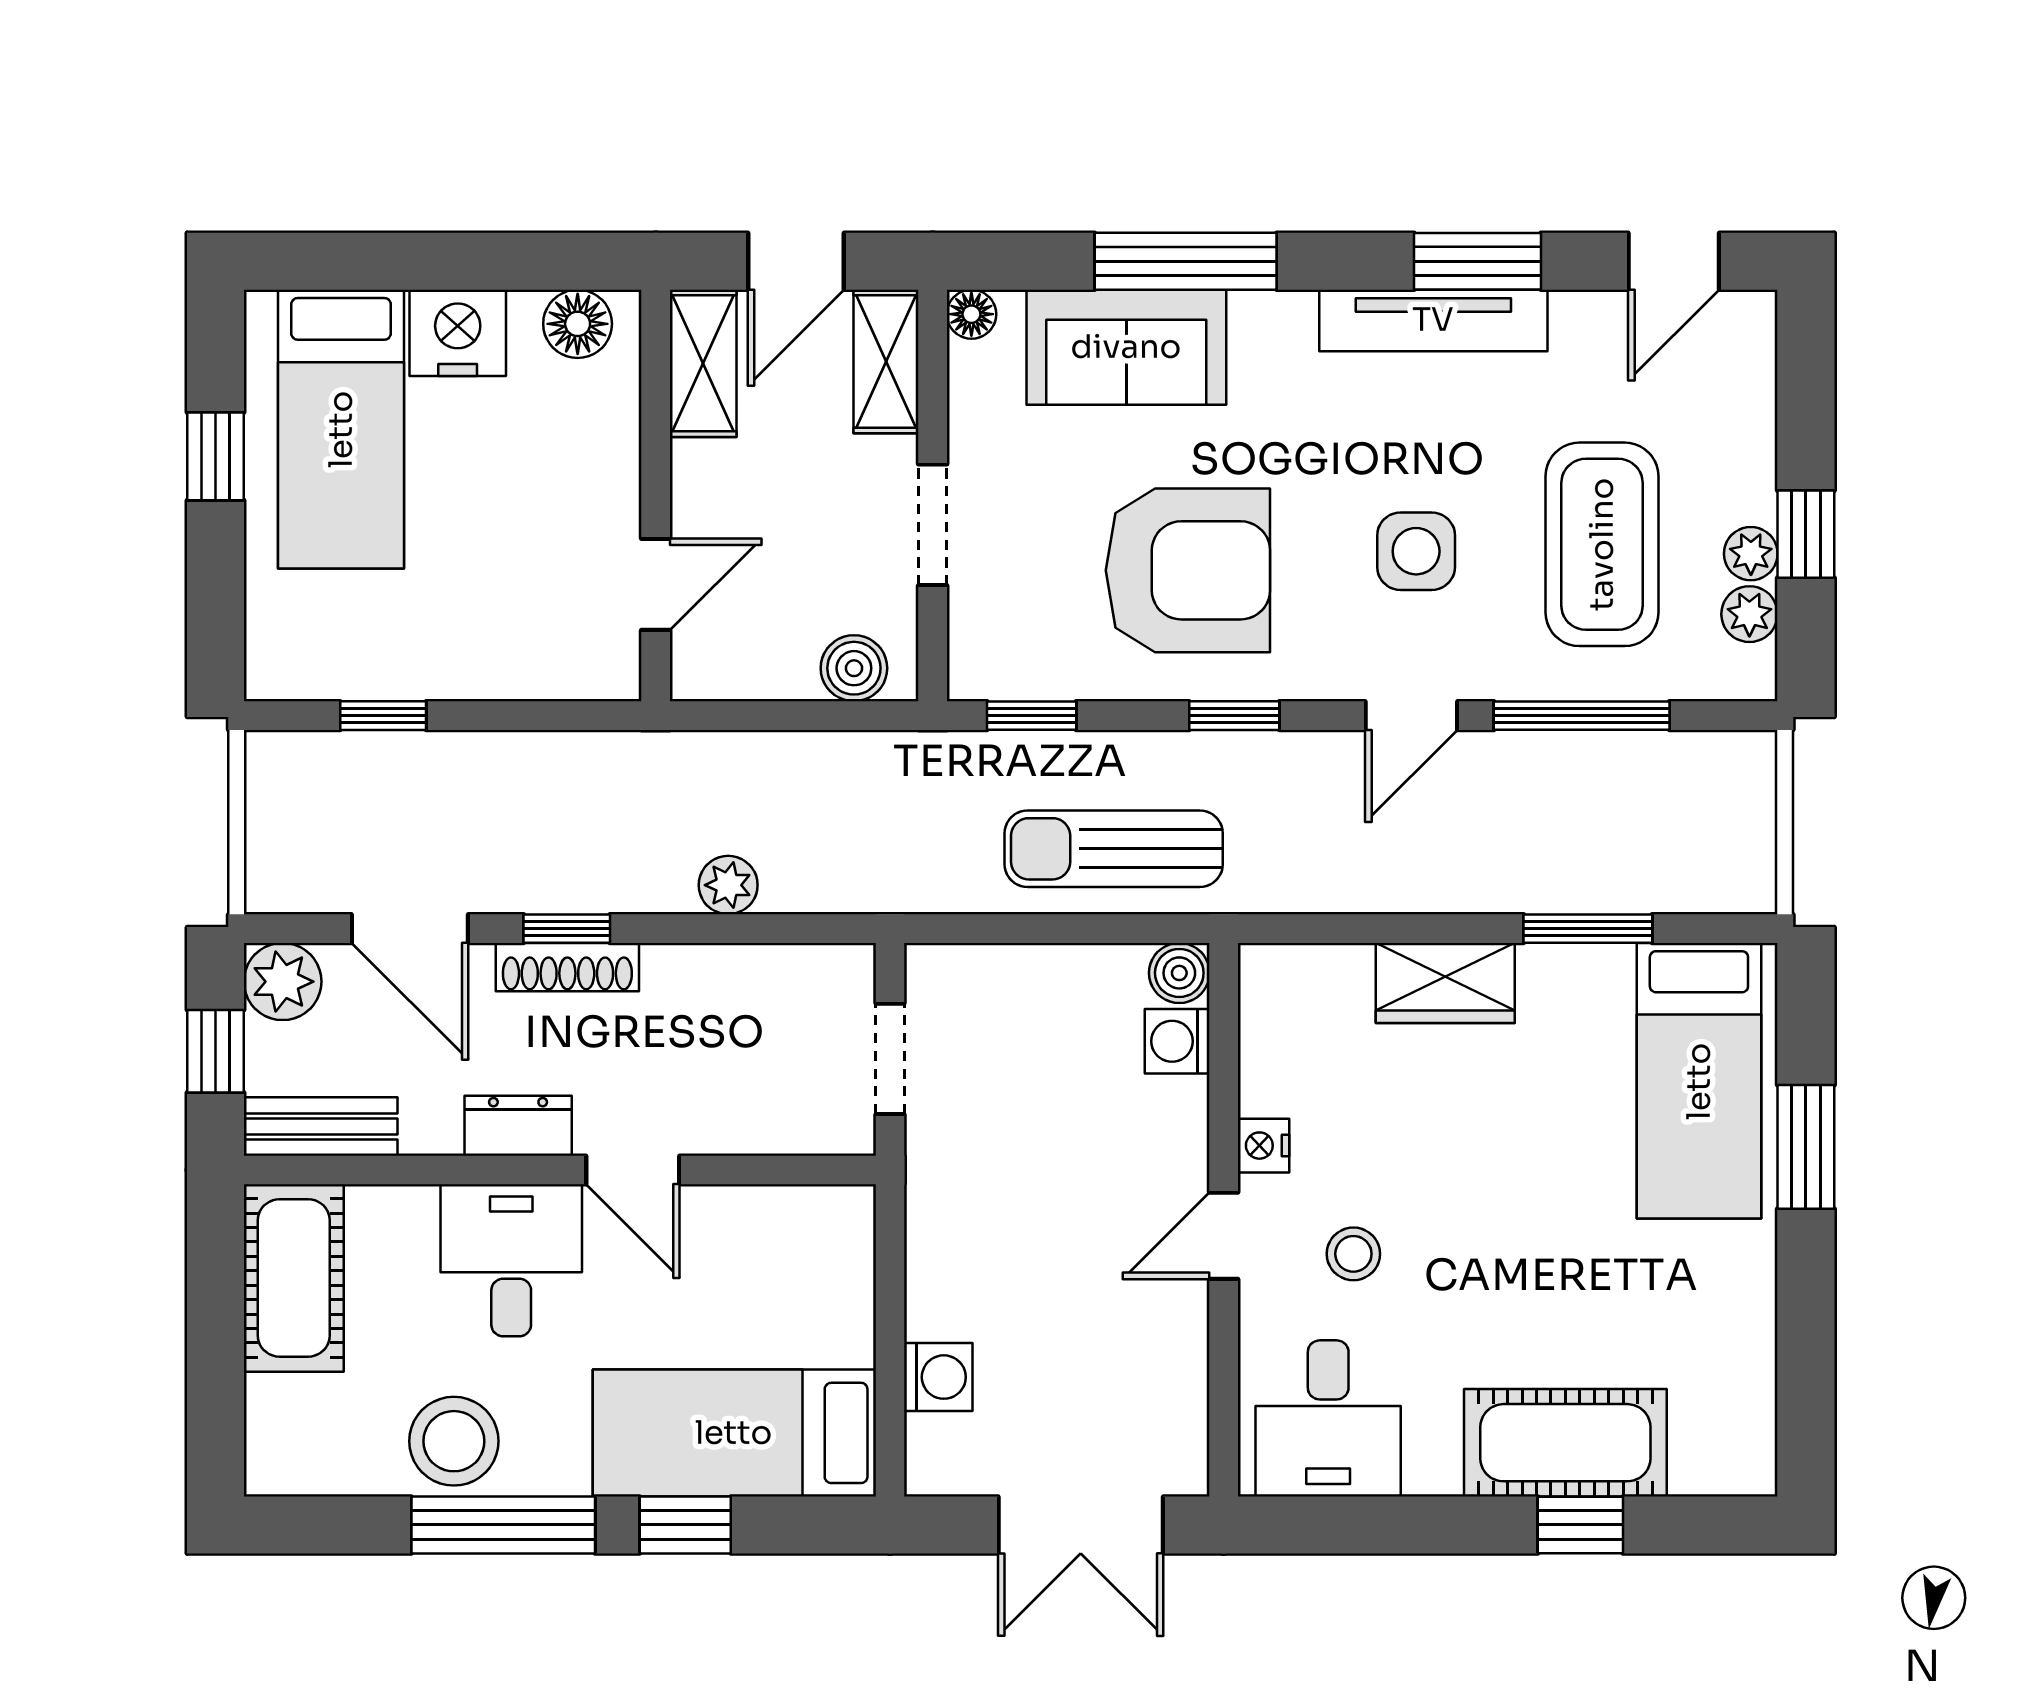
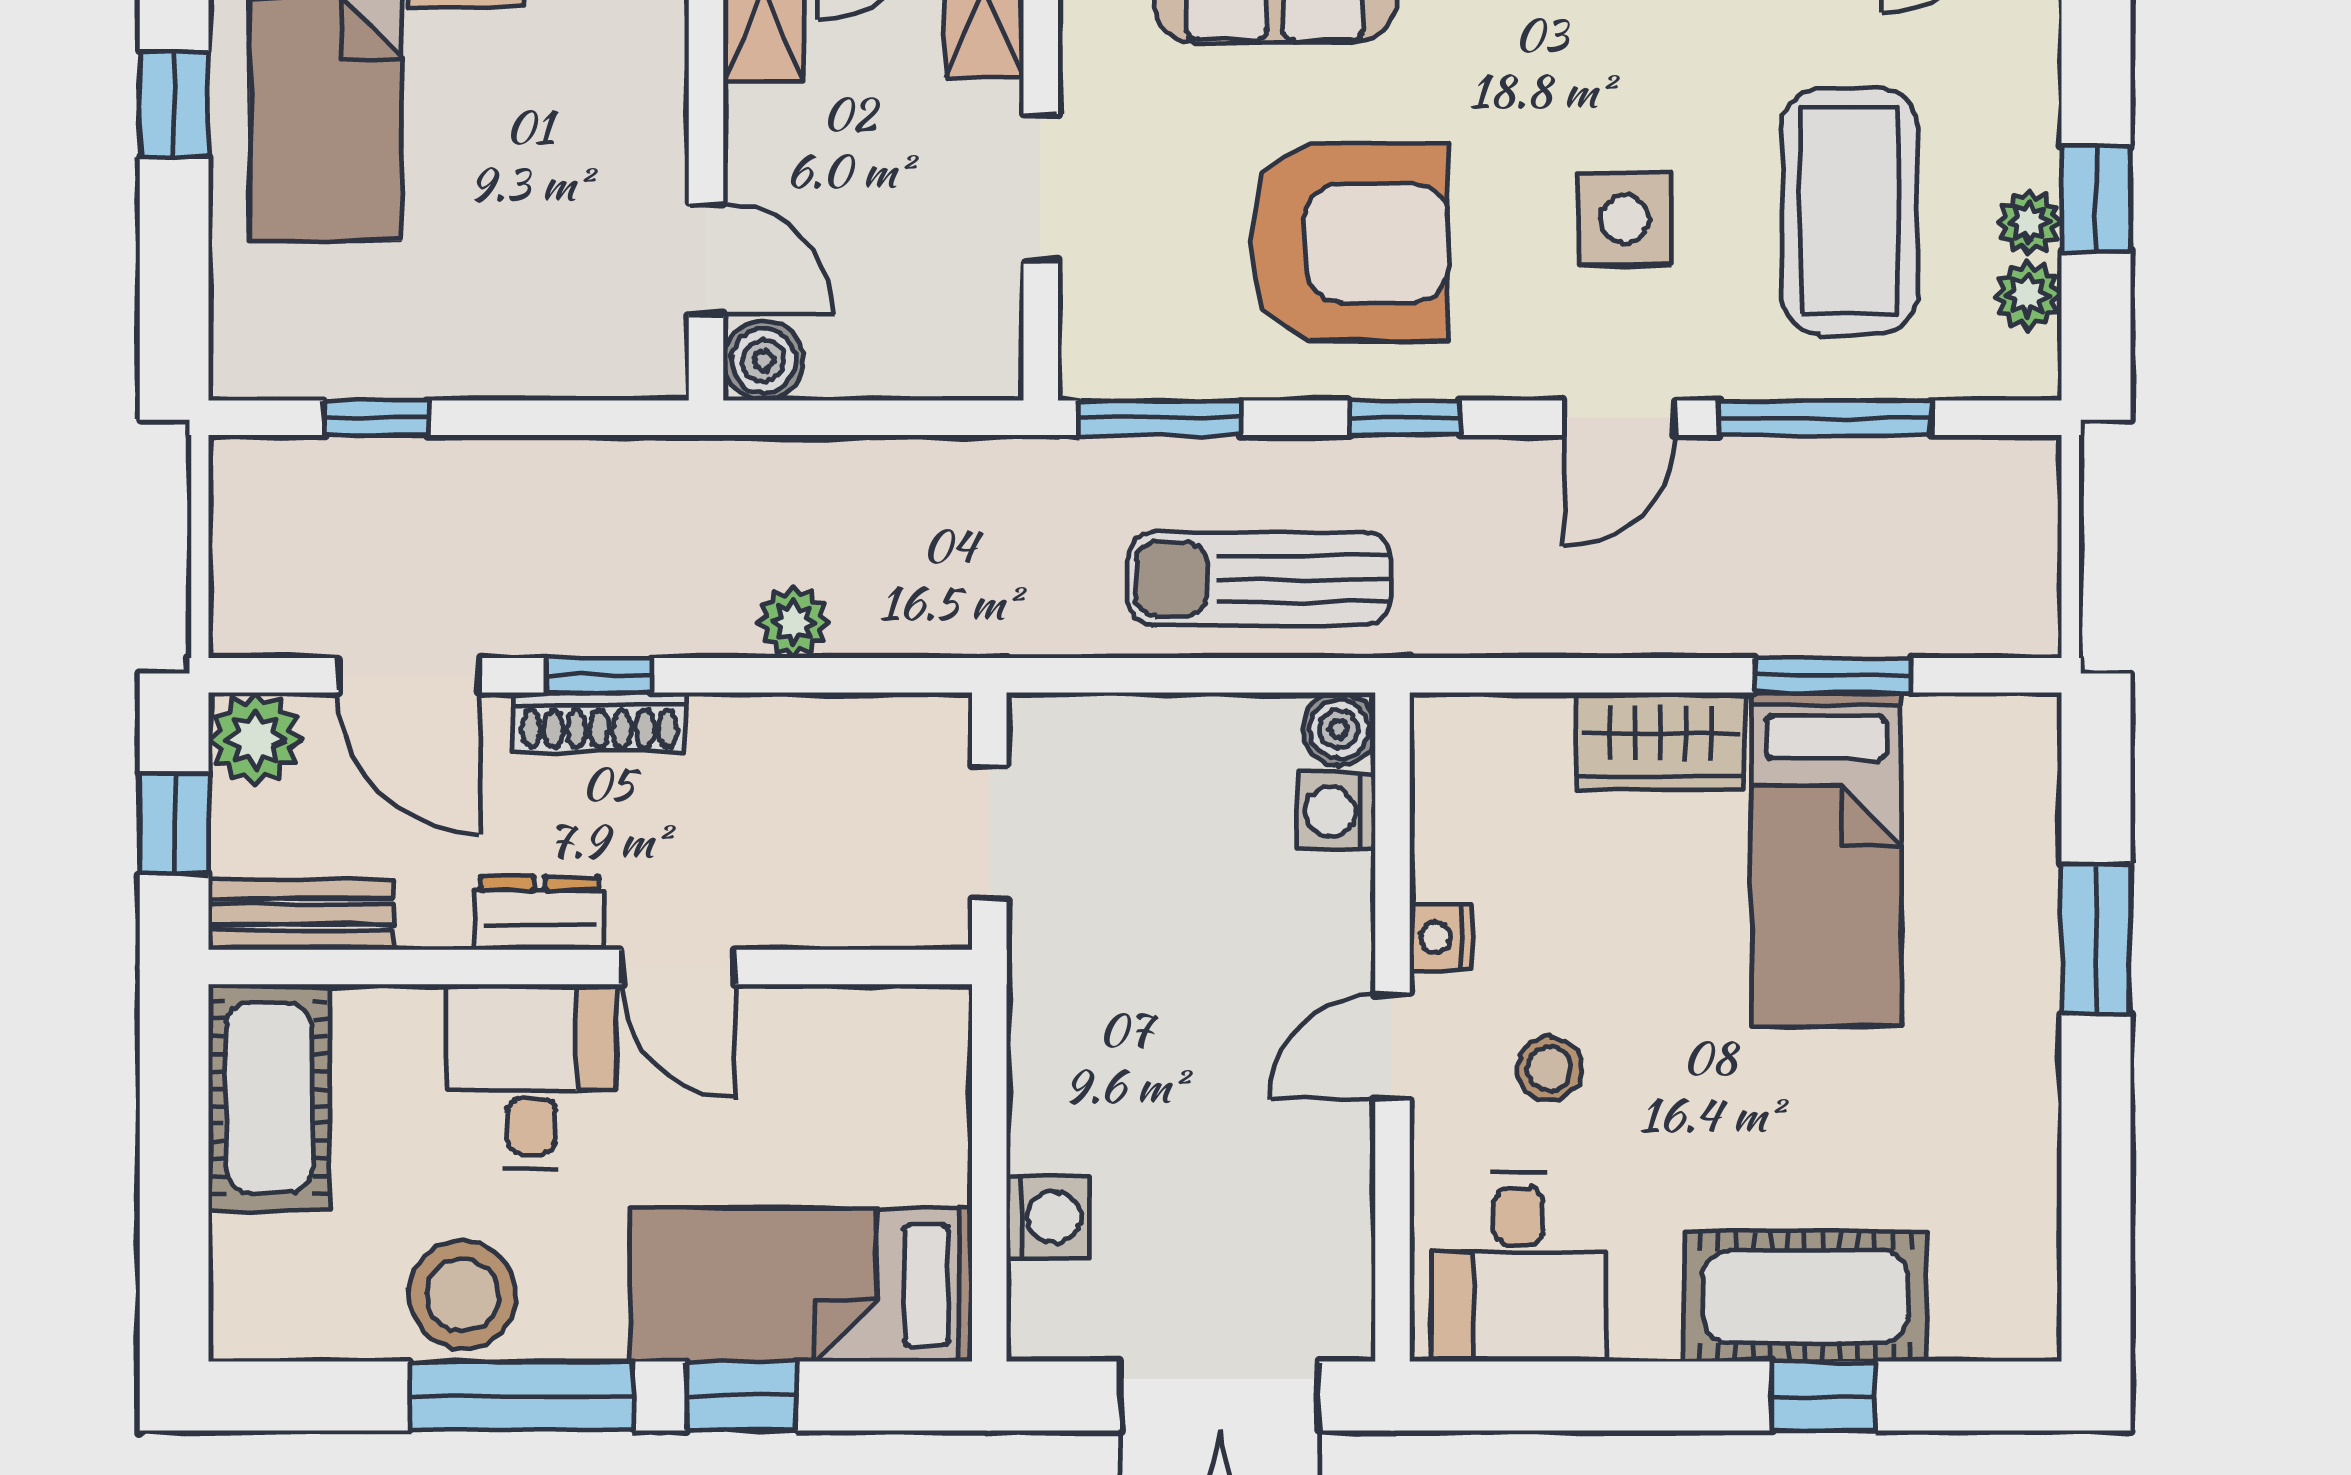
door: (656, 584) -> (706, 259), hinge flipped
boiler: (854, 668) -> (763, 361), moved
window: (1032, 716) -> (1160, 418), width x1.50
bed: (1699, 1081) -> (1826, 859), moved

